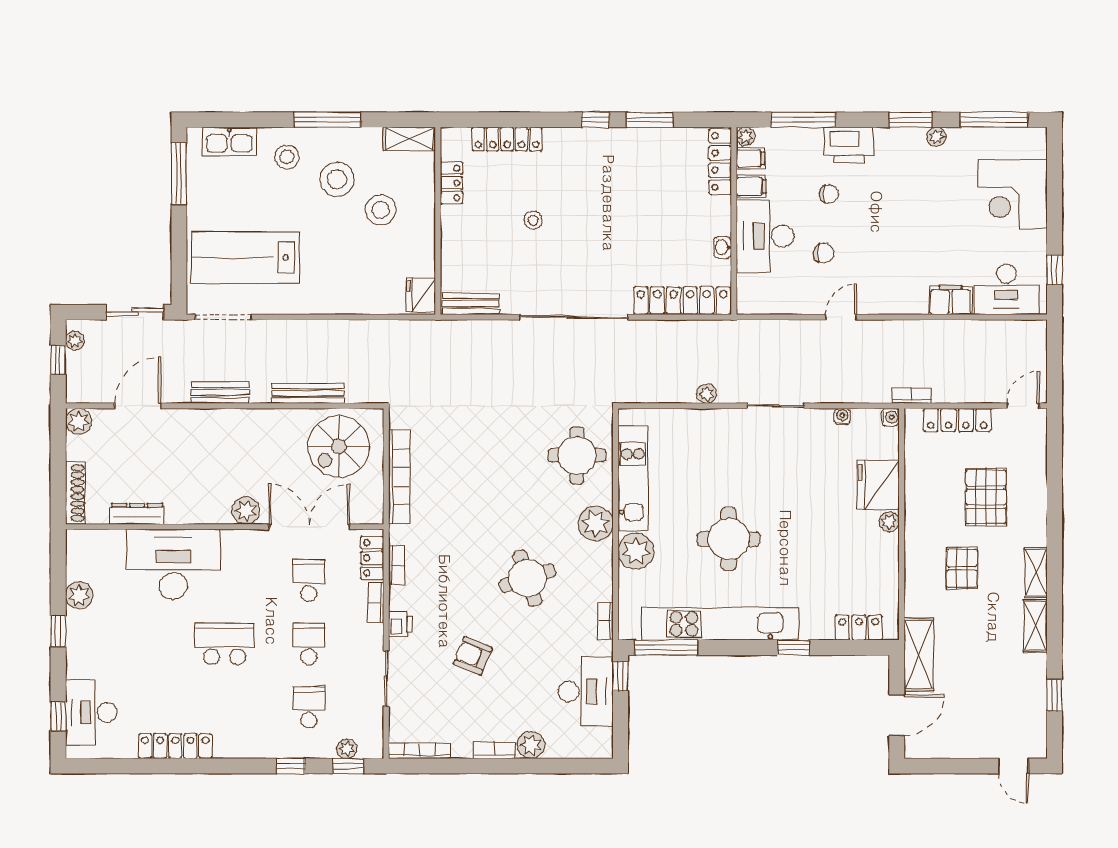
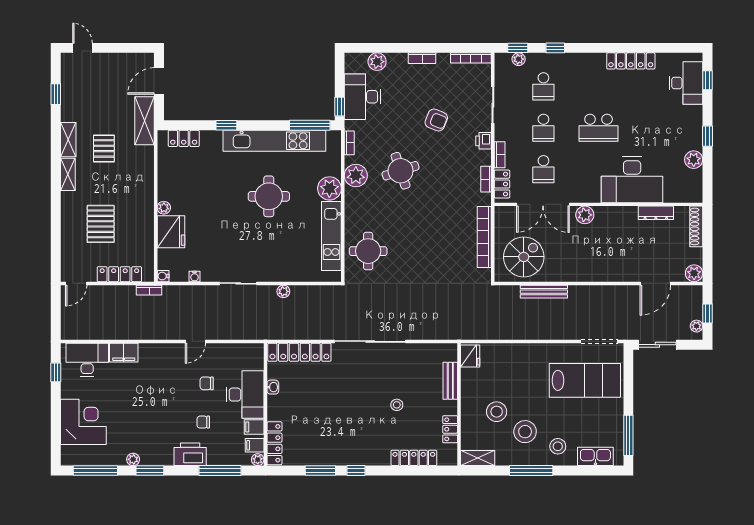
bench: (471, 304) -> (450, 381), moved, turned 90
bench: (220, 392) -> (601, 292), removed
plant: (596, 523) -> (356, 175), moved
pallet: (962, 568) -> (104, 148), moved
plant: (531, 745) -> (377, 62), moved

